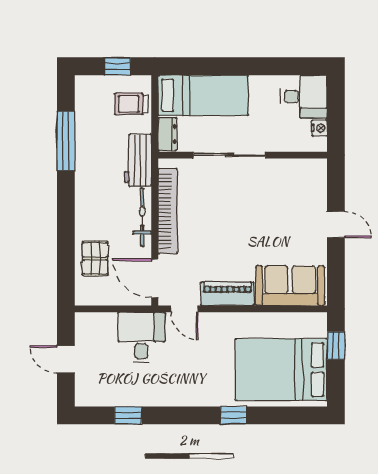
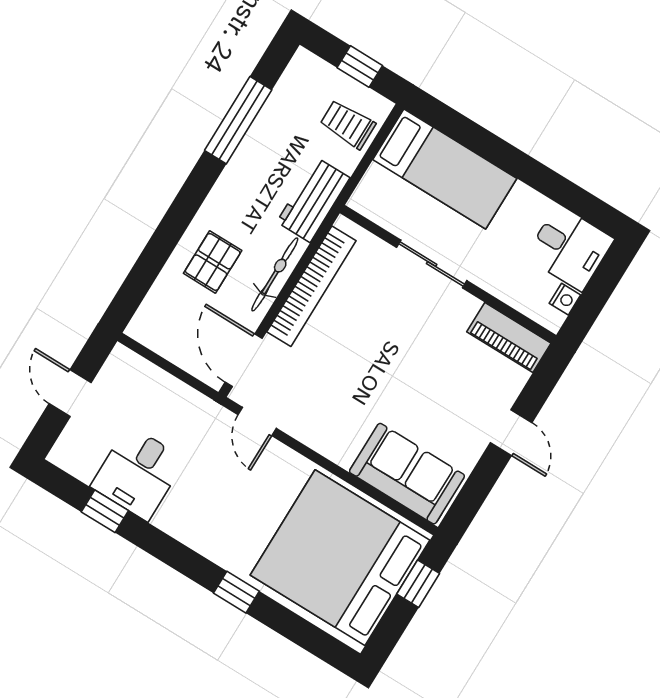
dresser: (167, 134) -> (370, 190), removed
sliding door: (230, 155) -> (432, 264), width x0.73
pallet: (95, 258) -> (213, 262), moved
piano: (227, 294) -> (509, 338), moved, turned 180
desk: (141, 337) -> (138, 473), moved, turned 180
bed: (281, 370) -> (340, 558), width x1.36

